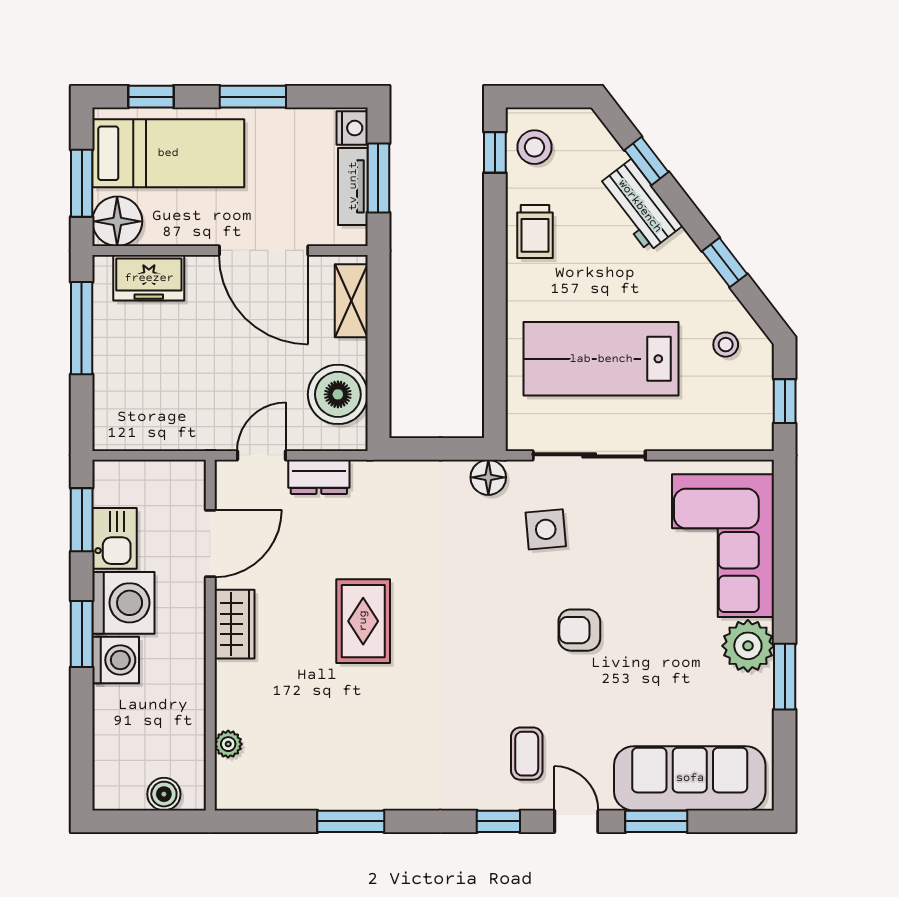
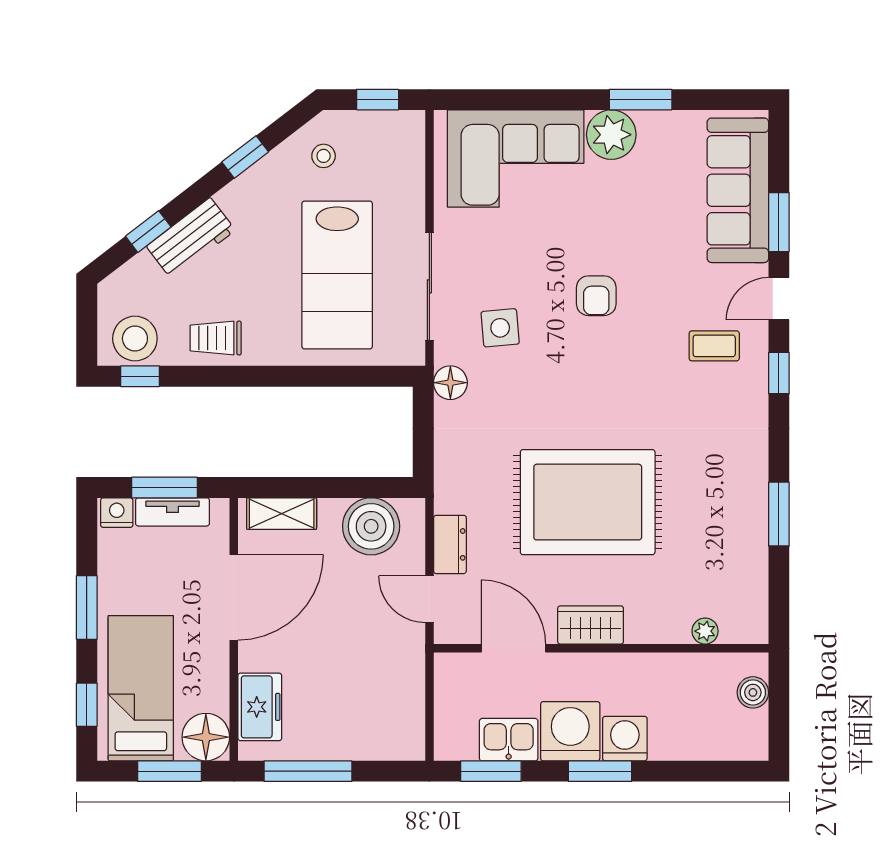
stool: (534, 147) -> (135, 339), width x1.38, depth x1.38
trolley: (535, 232) -> (216, 338), turned 180
rug: (363, 621) -> (588, 502), width x1.86, depth x2.06

